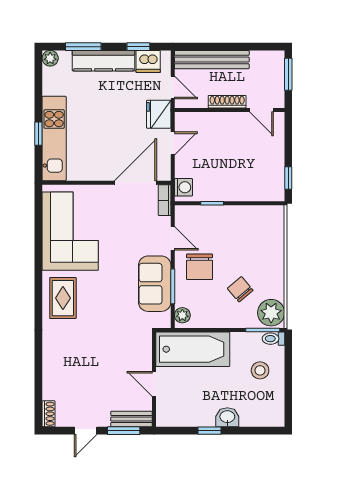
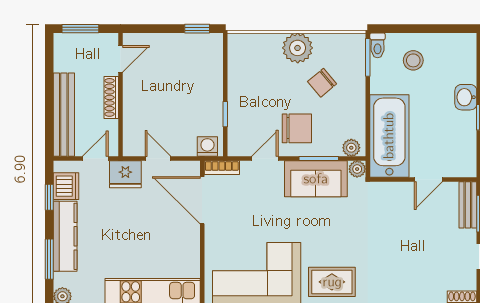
plant: (271, 313) -> (298, 48), moved
plant: (163, 321) -> (357, 169), added

